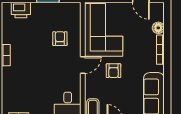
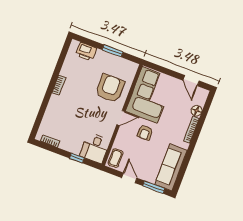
armchair: (60, 39) -> (110, 88), width x1.88, depth x1.88

